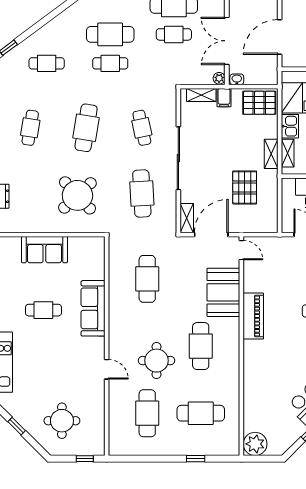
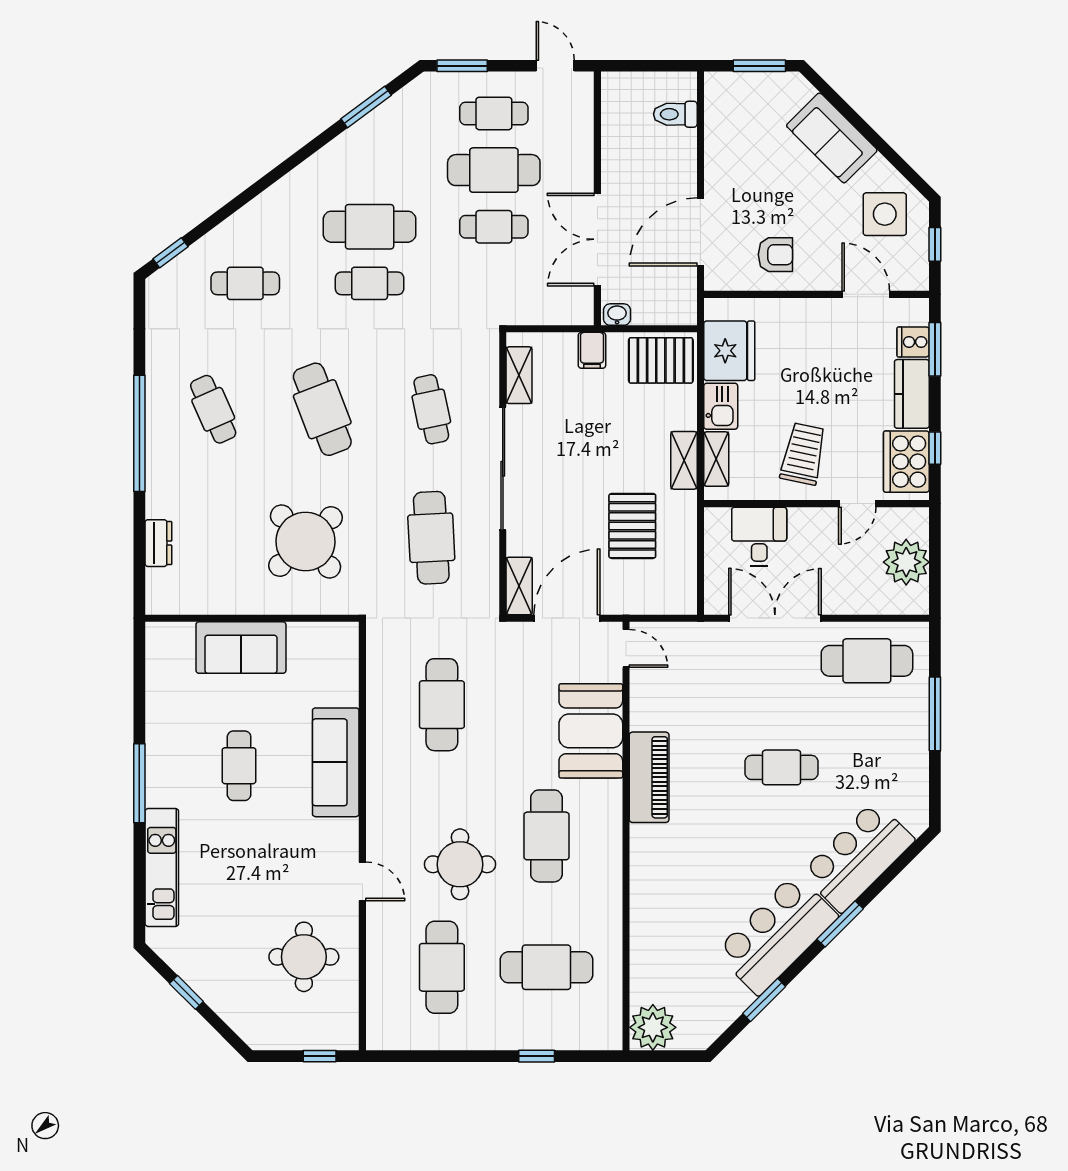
plant: (219, 78) -> (582, 312), removed
shelving: (201, 95) -> (519, 375), moved, turned 90
cafe table: (30, 128) -> (213, 409), turned -33
cafe table: (86, 128) -> (322, 409), turned -30
cafe table: (43, 310) -> (239, 766), turned 90
round table: (62, 421) -> (304, 957), moved

